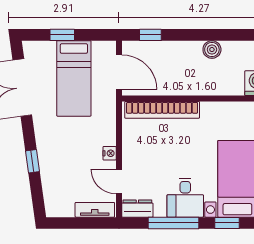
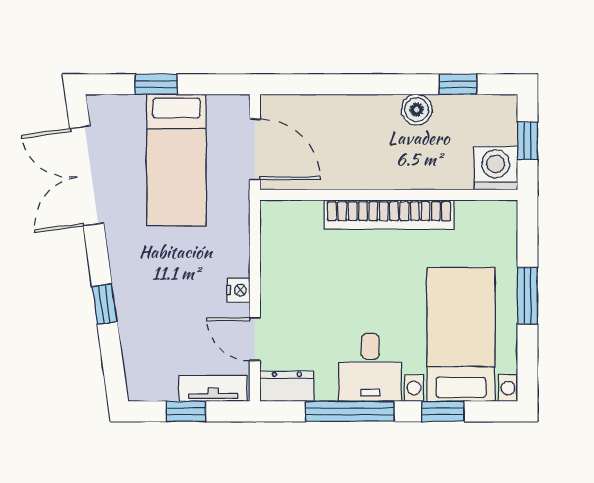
window: (150, 35) -> (458, 84), moved
bookcase: (162, 110) -> (389, 215), moved
window: (79, 223) -> (186, 411), added

